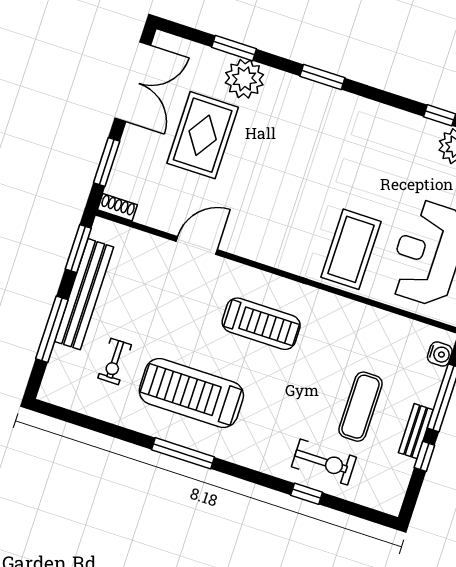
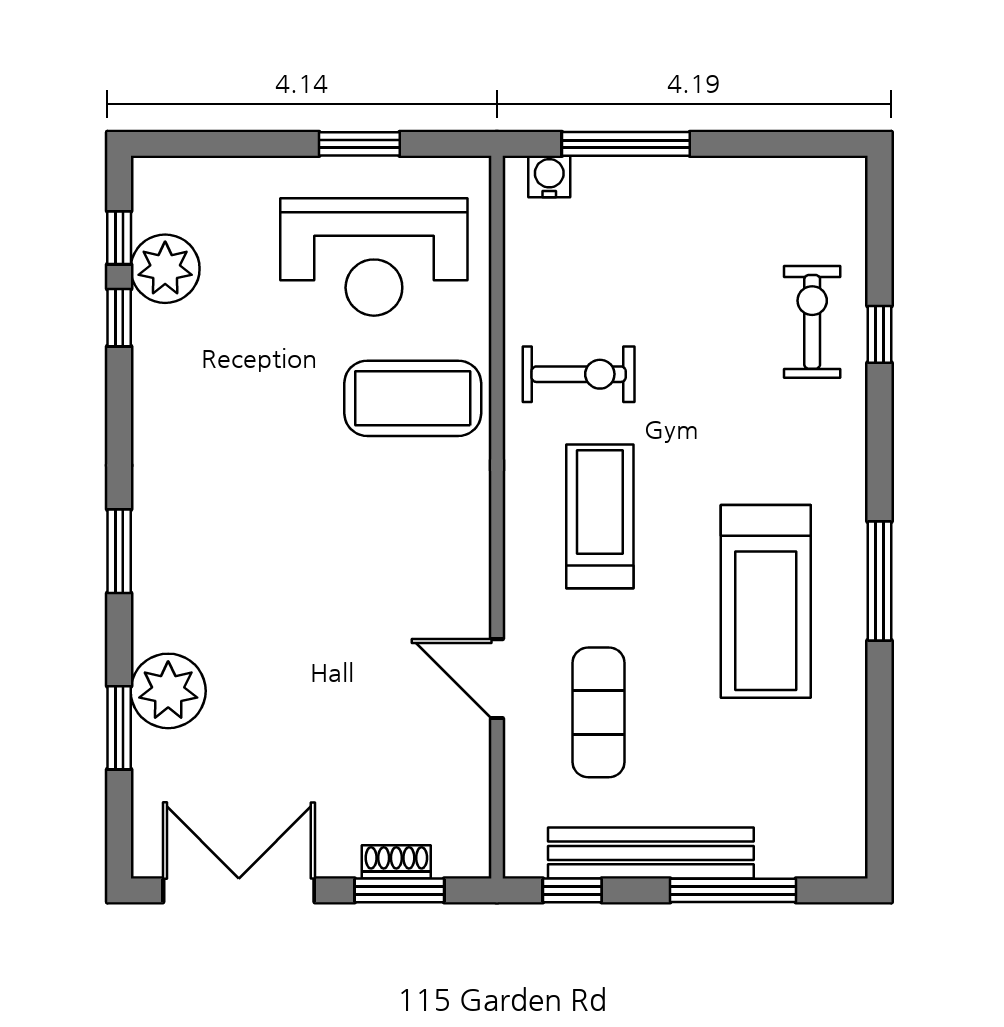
rug: (203, 135) -> (294, 733), removed
shoe rack: (117, 207) -> (396, 862), moved, turned 90
window: (78, 249) -> (572, 890), width x0.67
exercise bike: (115, 361) -> (579, 374), moved, width x1.38, depth x1.39
exercise mat: (361, 407) -> (599, 712), moved, turned 90
bench: (416, 431) -> (702, 174), removed
window: (424, 456) -> (743, 144), removed

